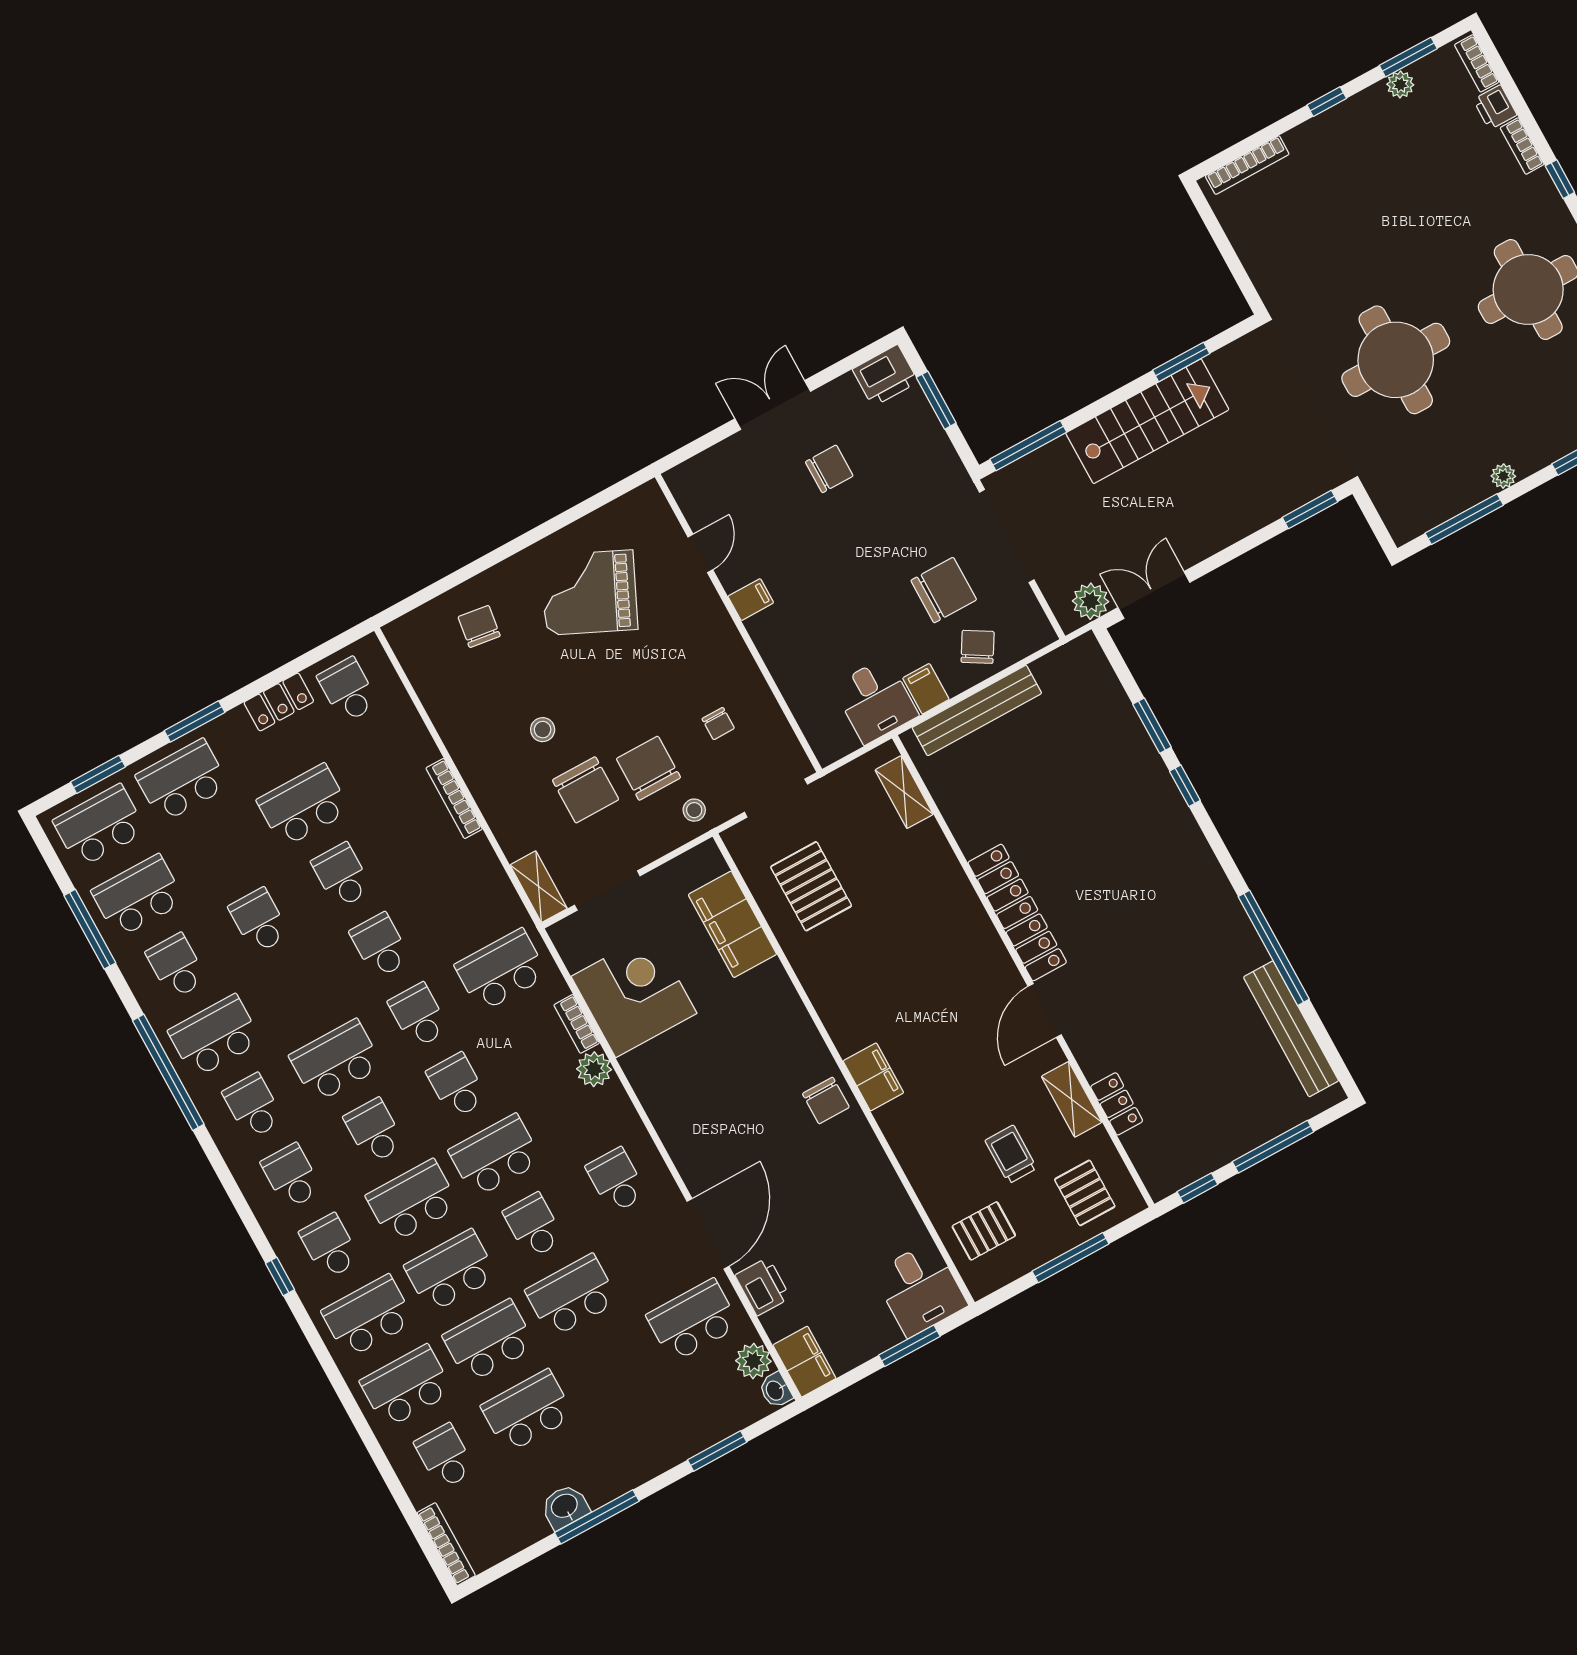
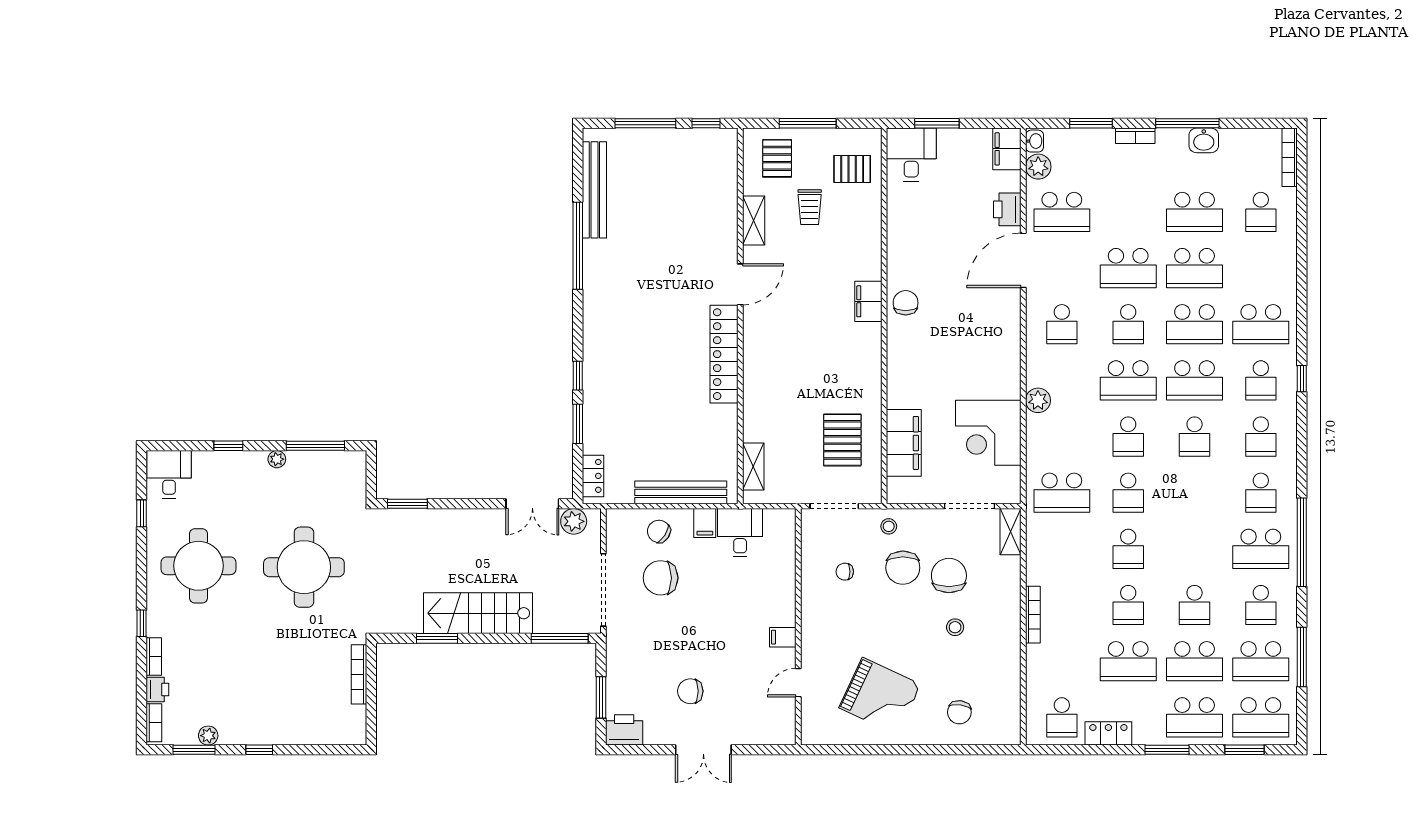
bookcase: (1247, 165) -> (359, 674), moved, turned -90
chair: (978, 647) -> (659, 531), turned 92
chair: (718, 724) -> (845, 572), turned -90
bookcase: (577, 1024) -> (1135, 136), moved, turned 90
school desk: (336, 1061) -> (1195, 661), moved
locker: (1117, 1104) -> (593, 476), moved, turned 180
school desk: (406, 1386) -> (1261, 268), removed

